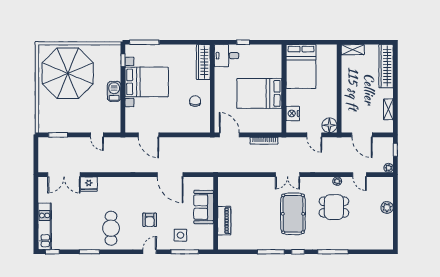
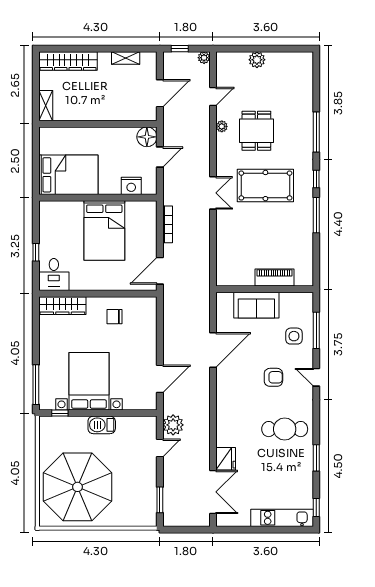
plant: (114, 145) -> (173, 425), added

